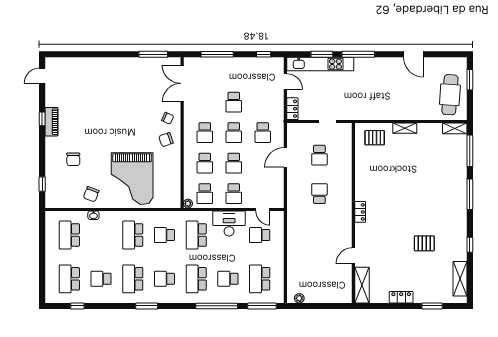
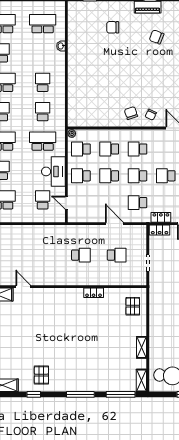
locker: (279, 107) -> (161, 217), added
shelving: (405, 128) -> (142, 347), moved
school desk: (319, 155) -> (117, 255), turned 180
grand piano: (132, 179) -> (95, 82), removed
chair: (91, 194) -> (157, 37), moved
door: (263, 209) -> (66, 203), hinge flipped
locker: (360, 212) -> (94, 293), moved
school desk: (133, 235) -> (43, 82), width x0.54
pallet: (424, 243) -> (41, 375), moved

